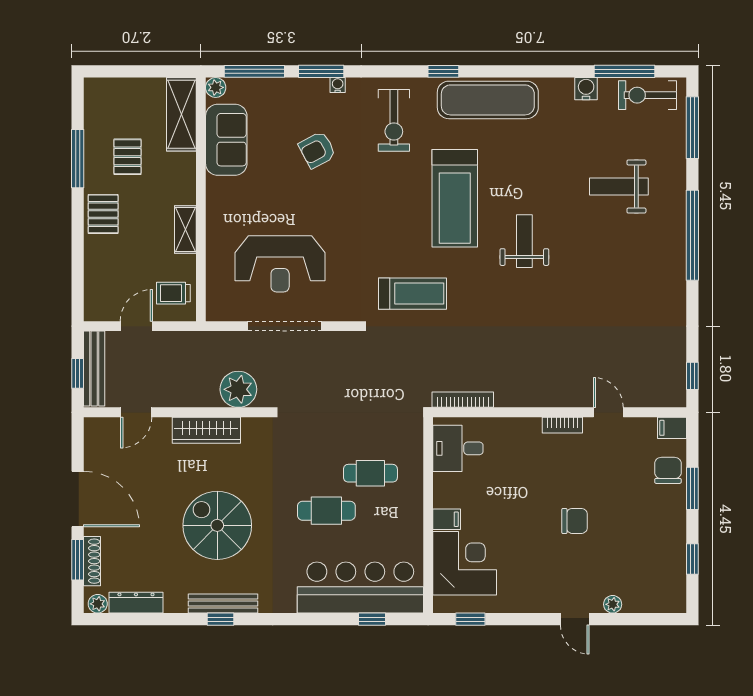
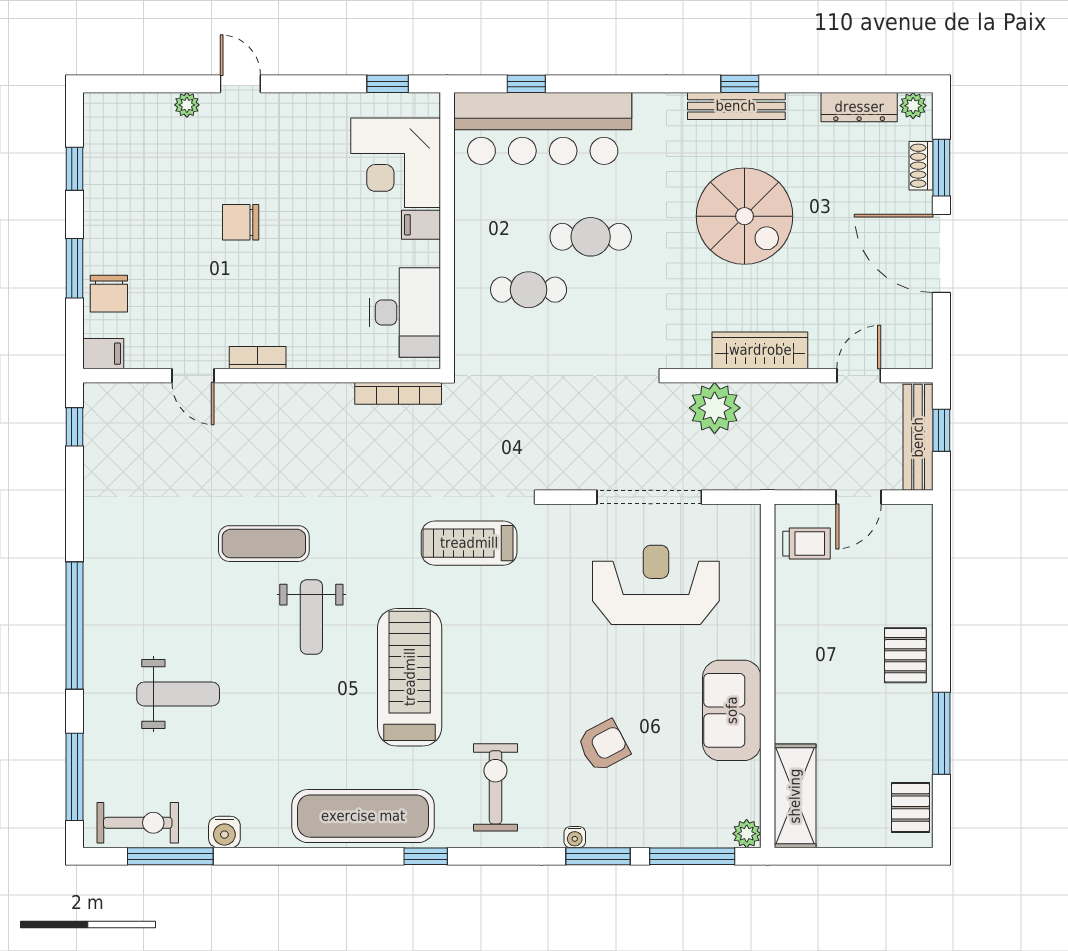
sofa: (226, 140) -> (732, 710), moved
pallet: (127, 157) -> (910, 808), moved
shelving: (185, 230) -> (790, 633), removed
exercise mat: (558, 293) -> (264, 544), added
desk: (458, 448) -> (405, 312), width x1.37
shoe rack: (92, 561) -> (921, 166), width x0.70

